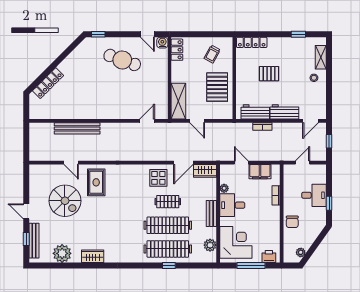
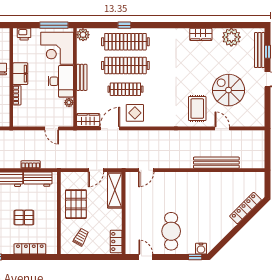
locker: (252, 42) -> (30, 249), moved
water cooler: (162, 43) -> (201, 249), moved
cafe table: (122, 60) -> (171, 231), turned 70
door: (197, 121) -> (96, 170), swing flipped
filing cabinet: (260, 172) -> (20, 74), moved, turned 90
clothes rail: (168, 202) -> (125, 89), width x1.36
desk: (232, 205) -> (61, 81), width x1.37
plant: (210, 245) -> (83, 35), moved
window: (251, 265) -> (54, 25), moved

